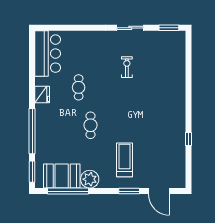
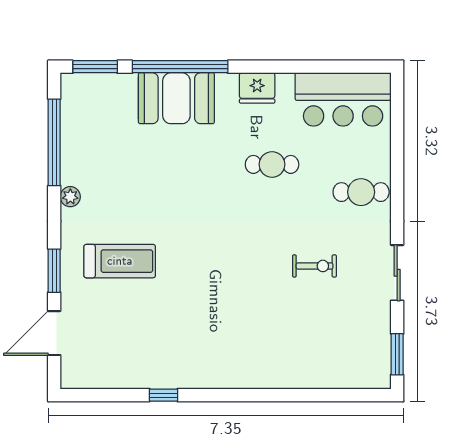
cafe table: (91, 125) -> (361, 192), moved
booth: (62, 176) -> (176, 98), moved, turned 90
plant: (90, 179) -> (70, 197), width x0.53, depth x0.53

